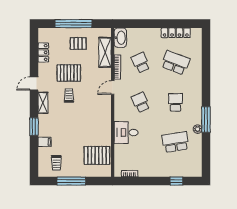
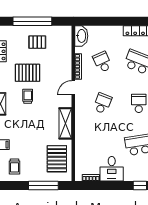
shelving: (105, 52) -> (65, 123), moved
school desk: (141, 102) -> (102, 103), turned 45
desk: (126, 133) -> (112, 169), moved, turned -90
pallet: (97, 155) -> (57, 159), turned 90
window: (71, 181) -> (43, 185), moved

